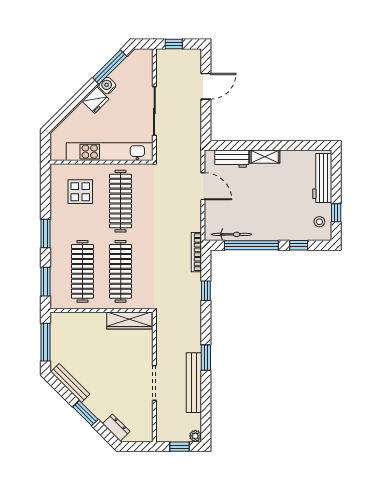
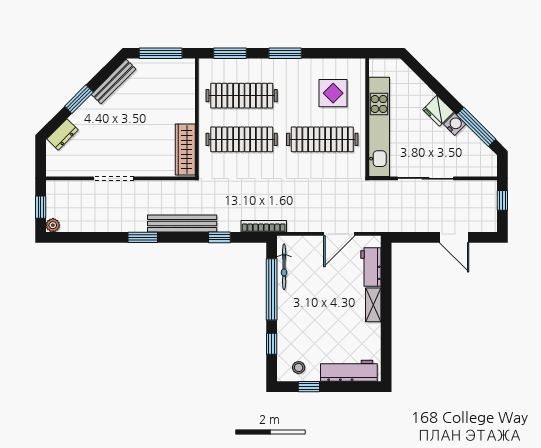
bench: (194, 383) -> (182, 224), moved

